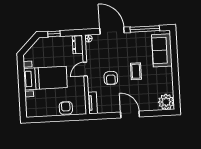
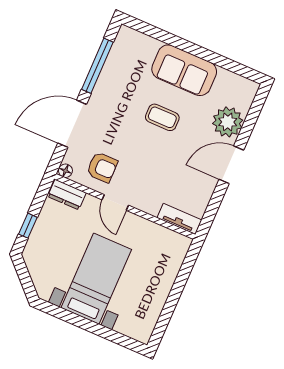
sofa: (162, 50) -> (184, 70), moved
armchair: (111, 78) -> (102, 167), moved
plant: (166, 102) -> (228, 122), moved
armchair: (66, 108) -> (165, 269), removed

